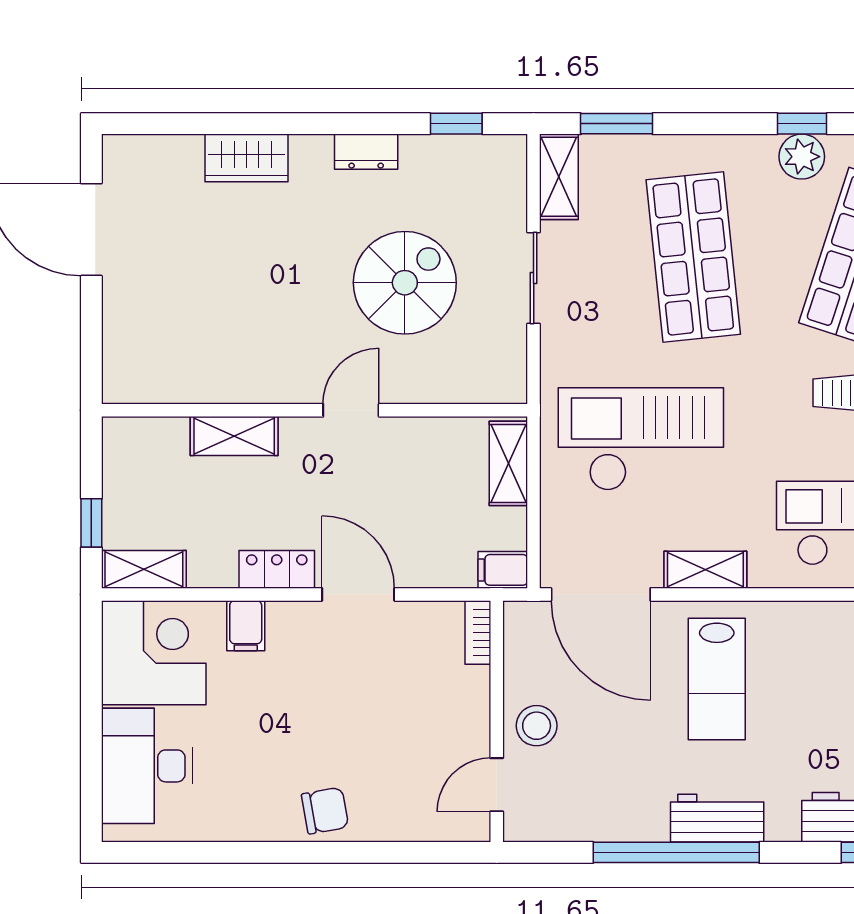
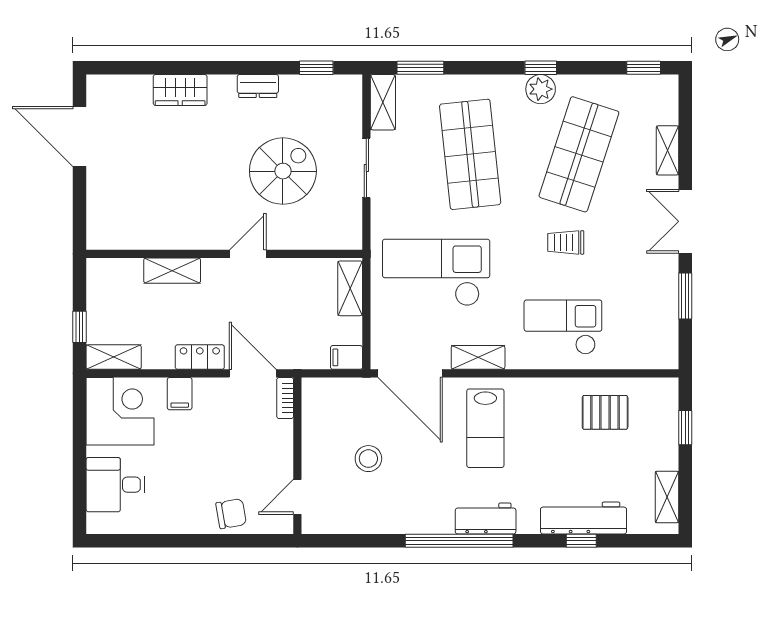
bookcase: (478, 632) -> (285, 398), moved
wall: (497, 721) -> (297, 456), moved
desk: (147, 766) -> (116, 485), width x0.73
door: (497, 785) -> (297, 497), moved

